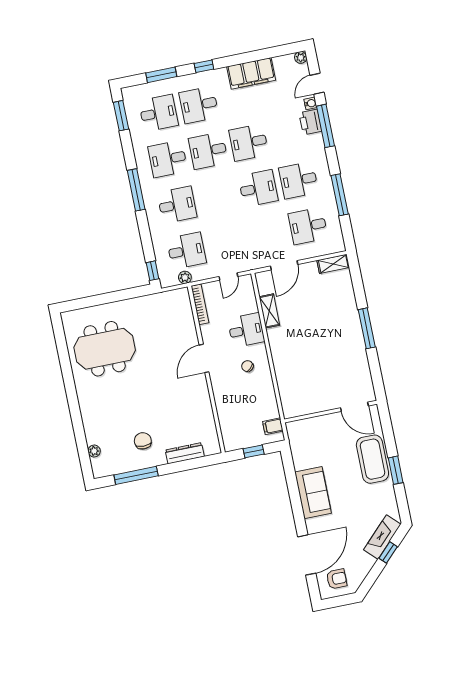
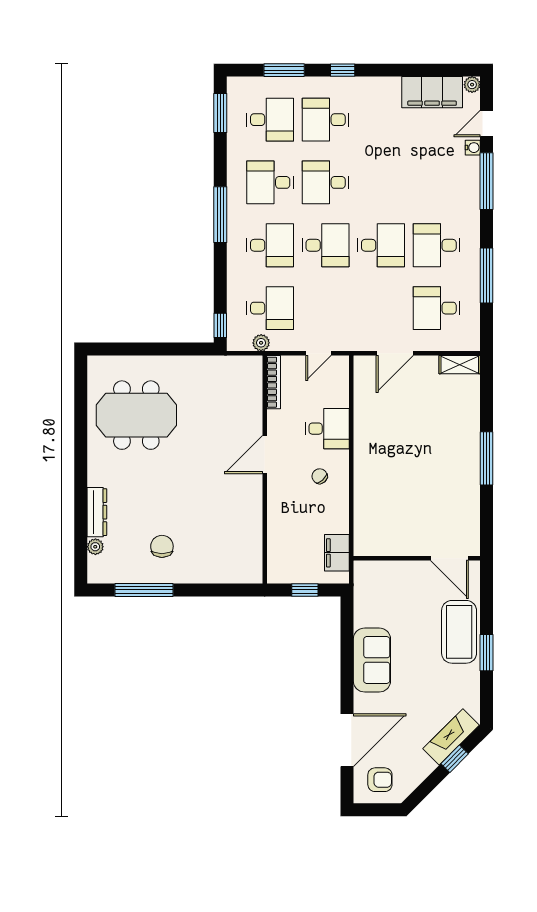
filing cabinet: (251, 73) -> (432, 92), moved
printer: (310, 122) -> (468, 172), removed
desk: (249, 142) -> (326, 245), moved, turned 180
shelving: (269, 311) -> (363, 409), removed
filing cabinet: (273, 426) -> (337, 553), width x2.00
dresser: (185, 453) -> (97, 512), moved, turned 90

